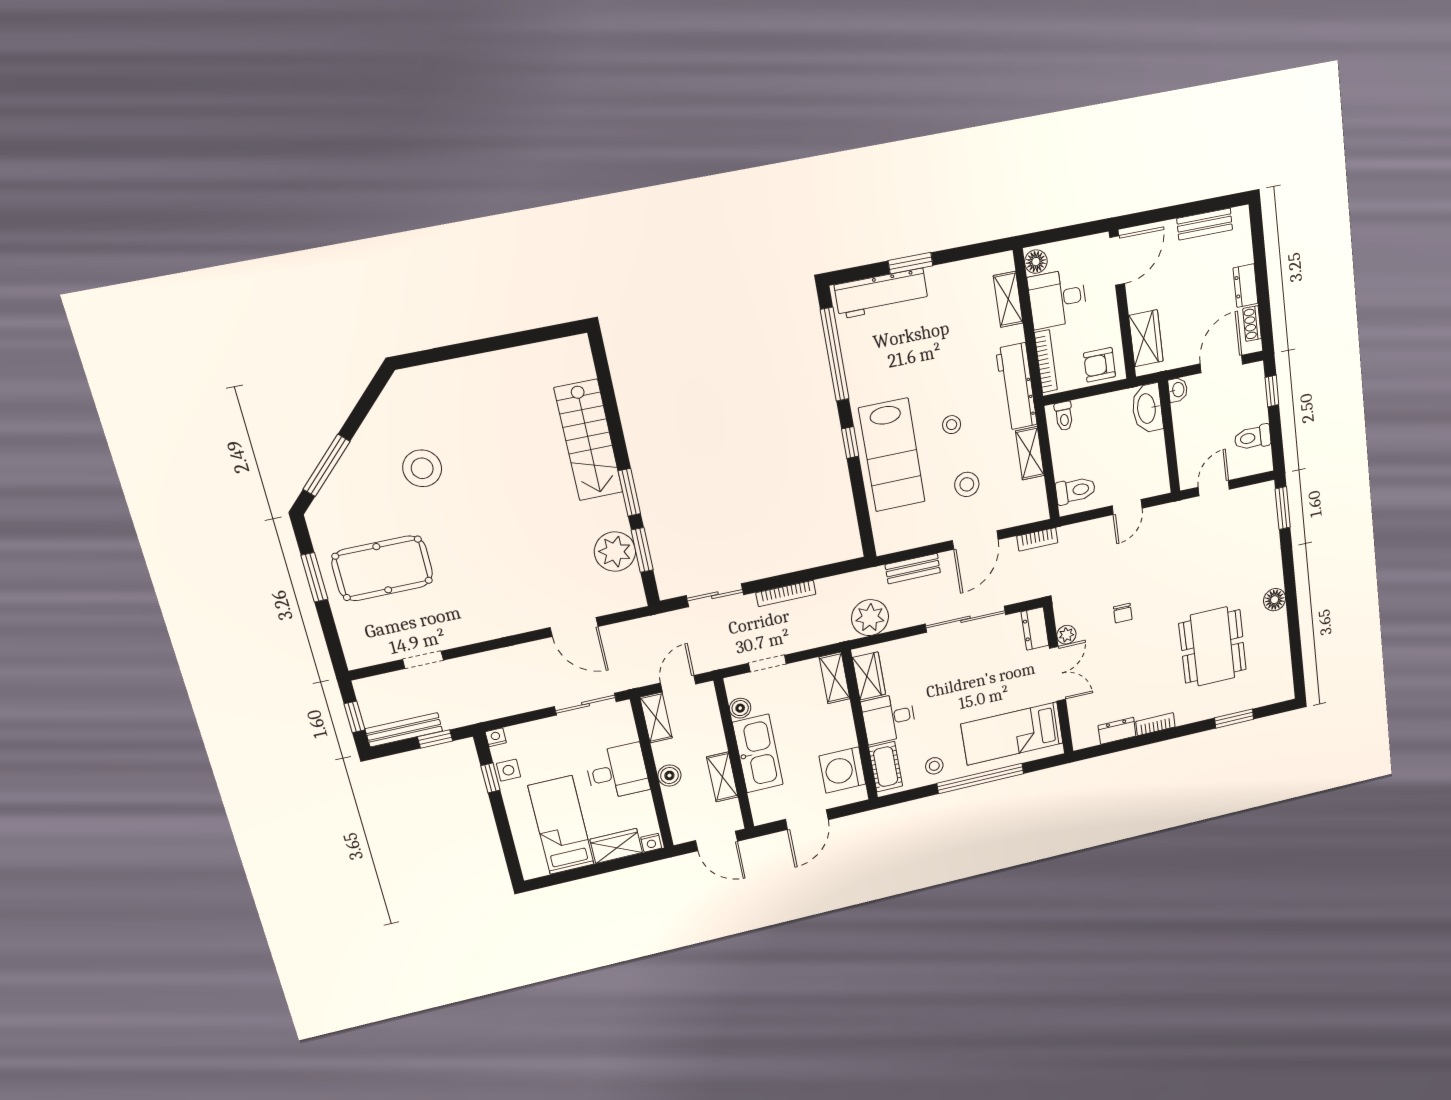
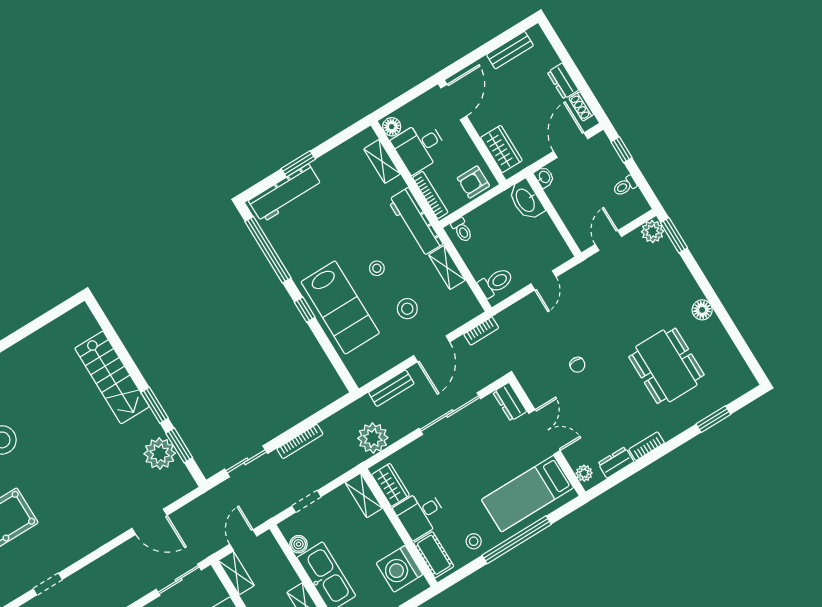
toilet: (1253, 438) -> (625, 186), width x0.73, depth x0.72
plant: (1263, 496) -> (652, 231), added
plant: (1066, 635) -> (584, 473), moved

